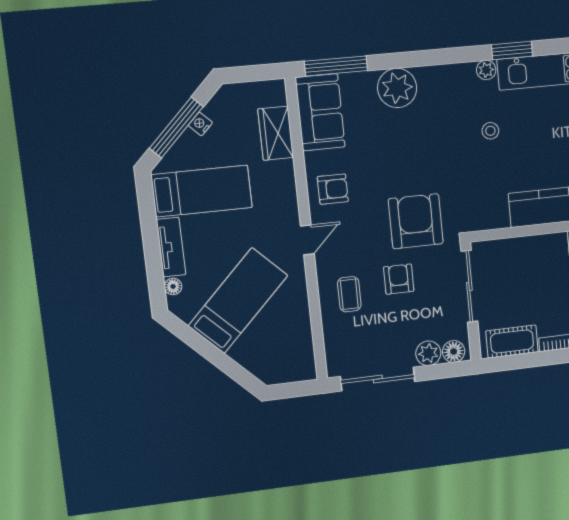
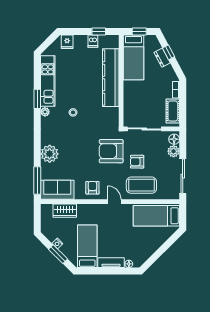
window: (176, 127) -> (58, 254), width x0.69
coffee table: (349, 294) -> (141, 185), width x1.86, depth x1.72
bed: (238, 301) -> (156, 216), moved, turned -45

